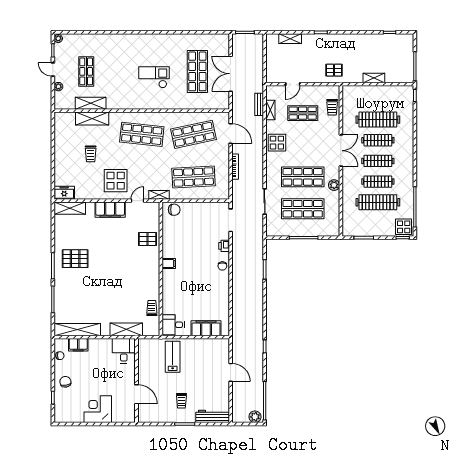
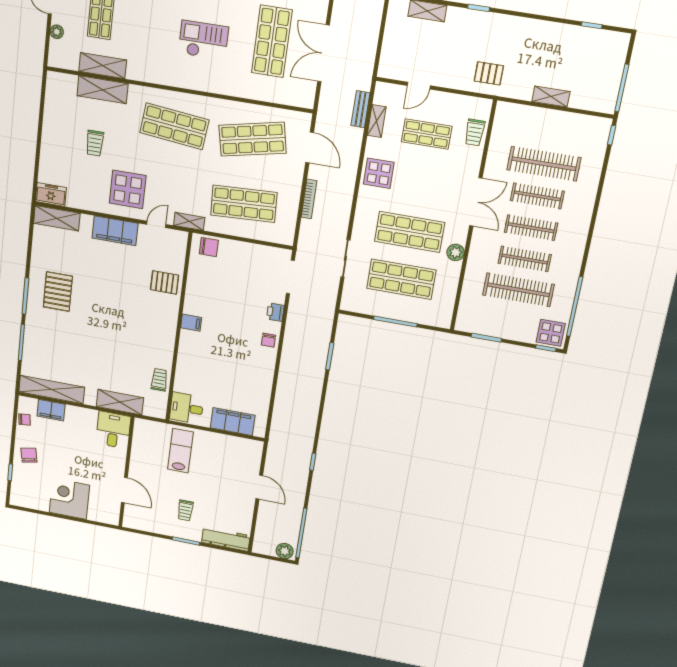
pallet: (75, 259) -> (58, 292), turned 90

